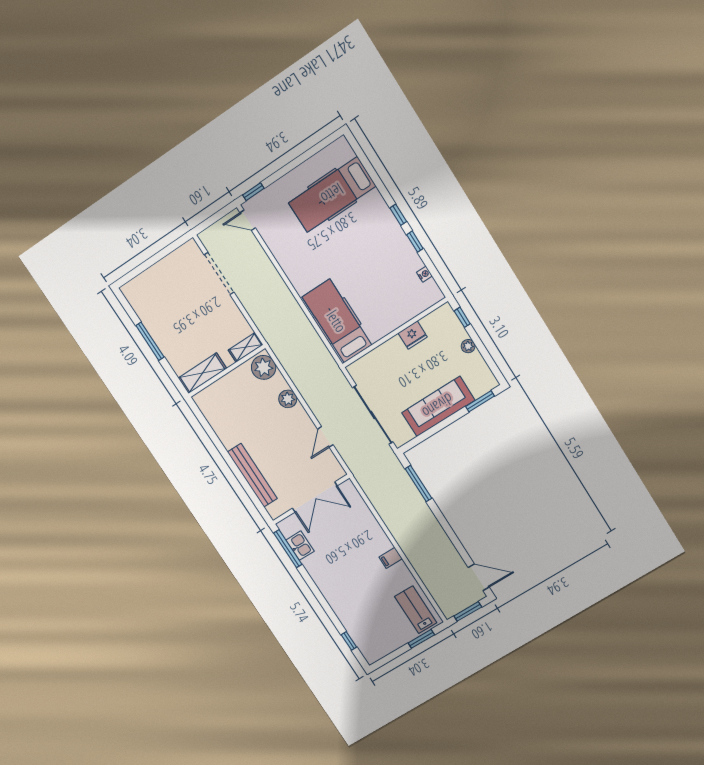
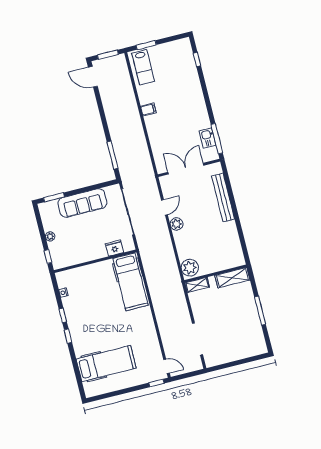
fridge: (413, 335) -> (114, 248), moved
plant: (288, 399) -> (177, 224), moved

